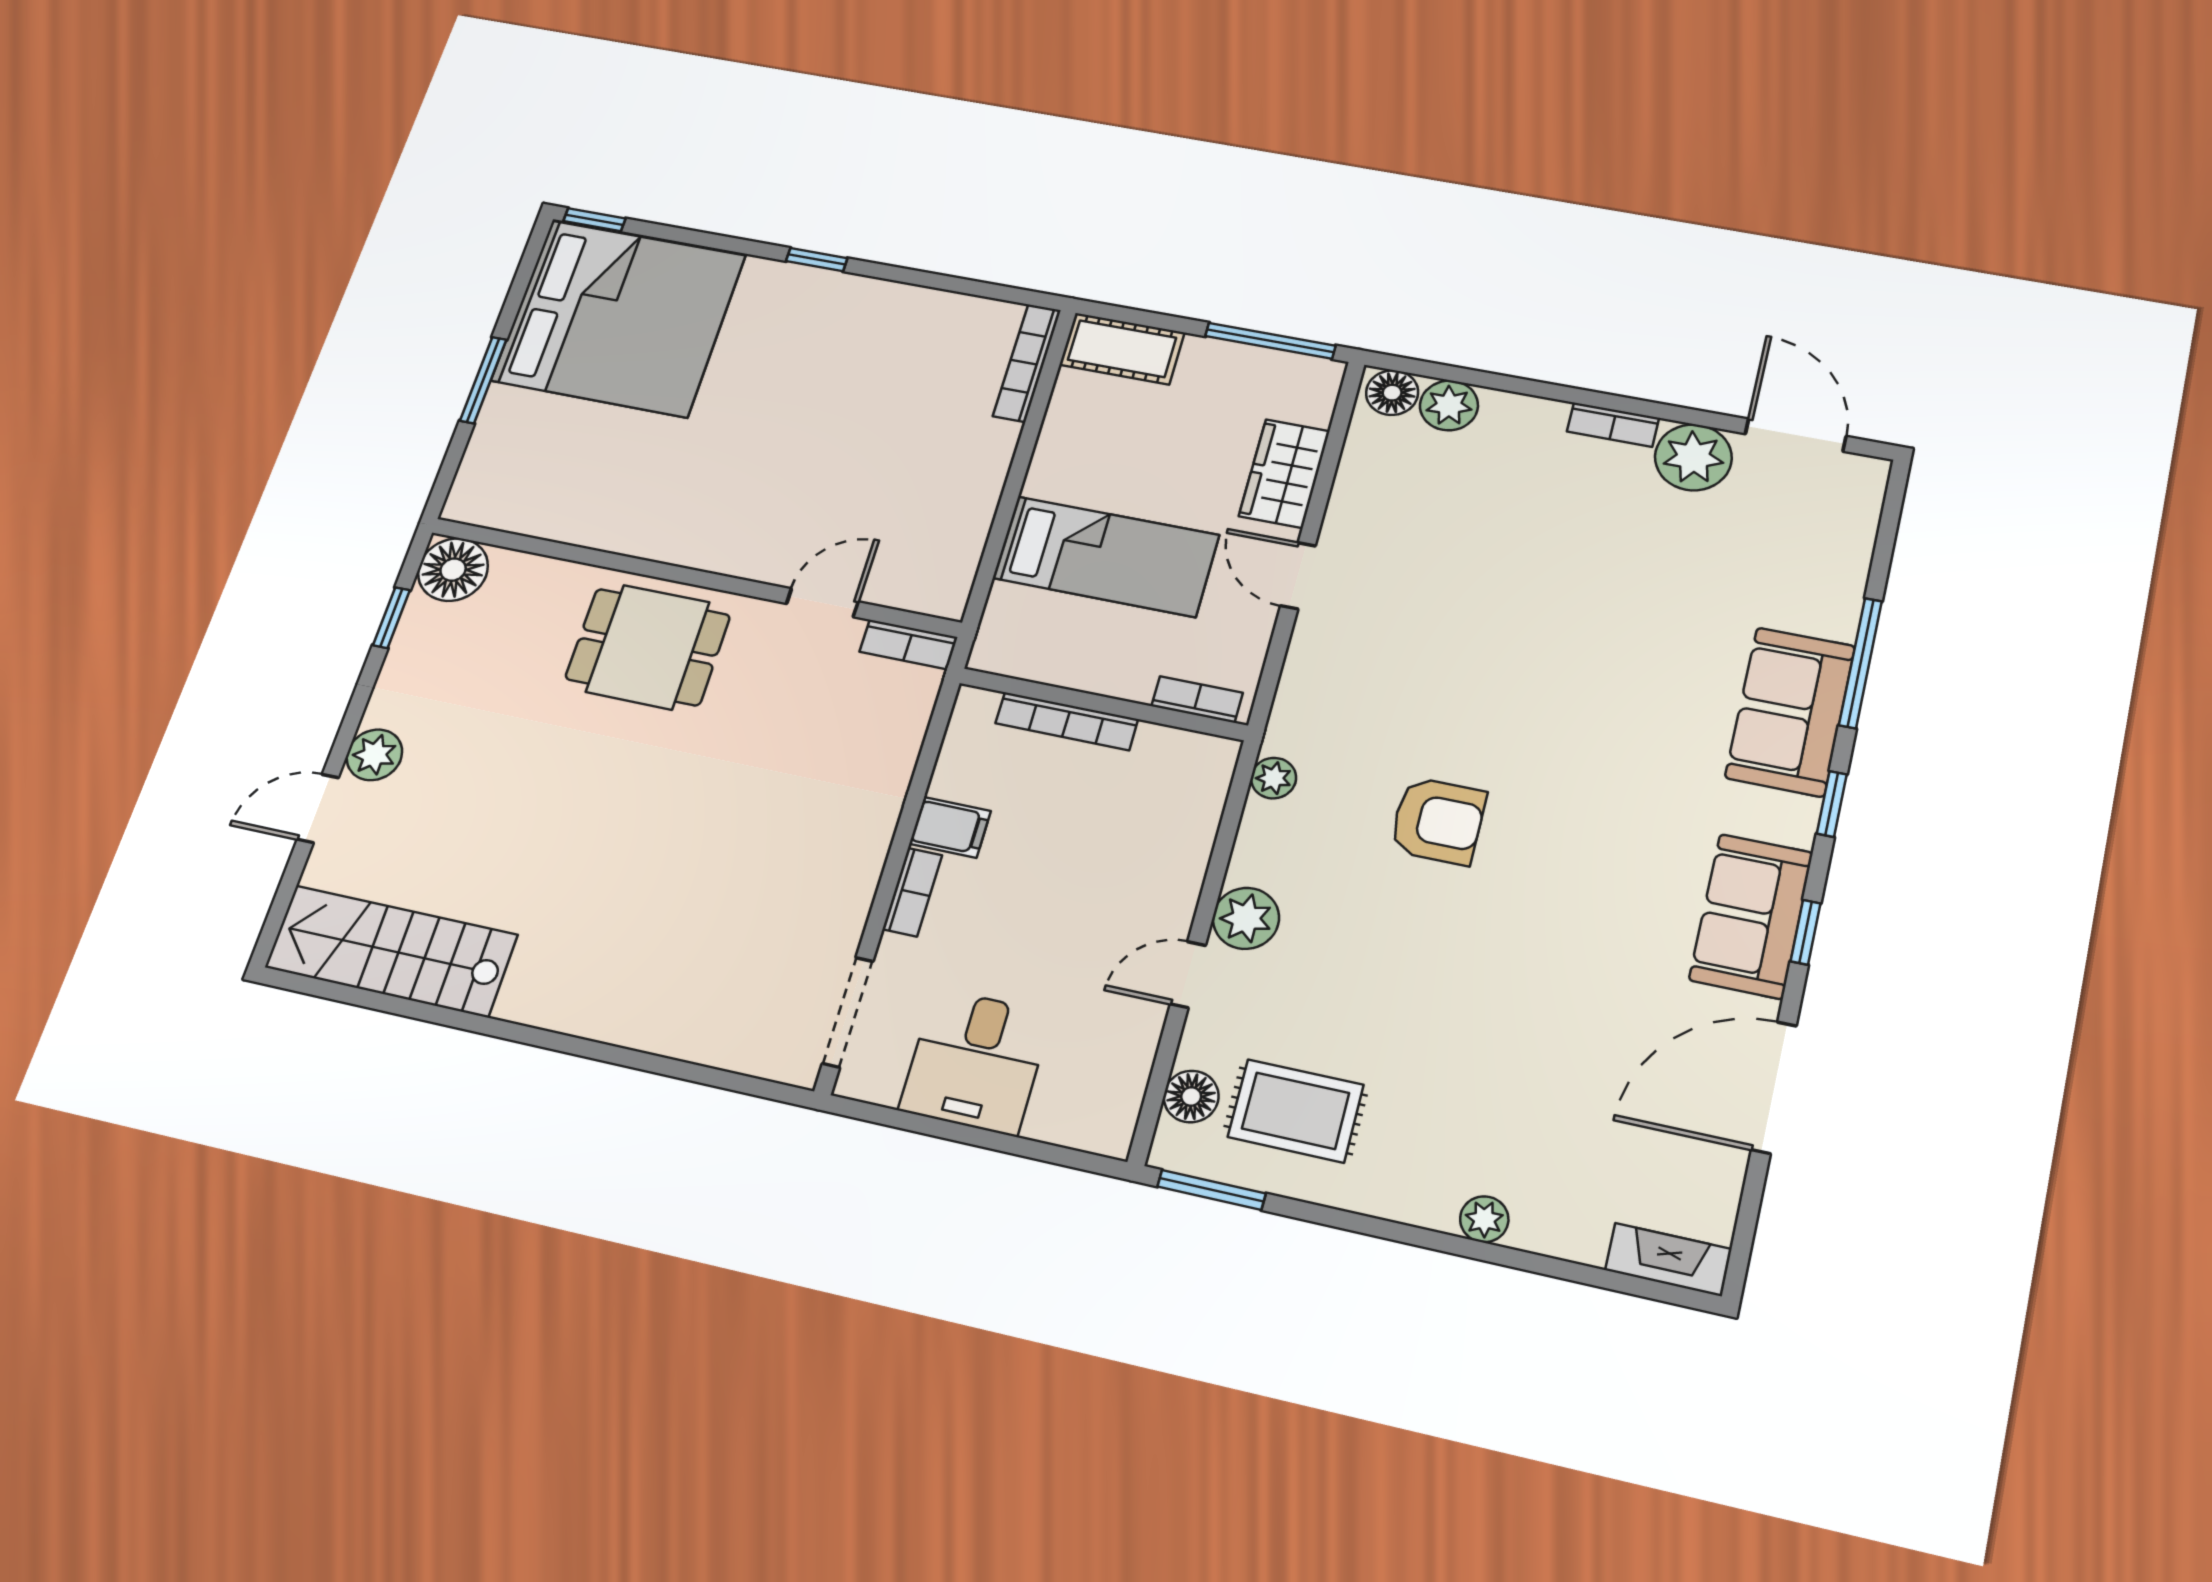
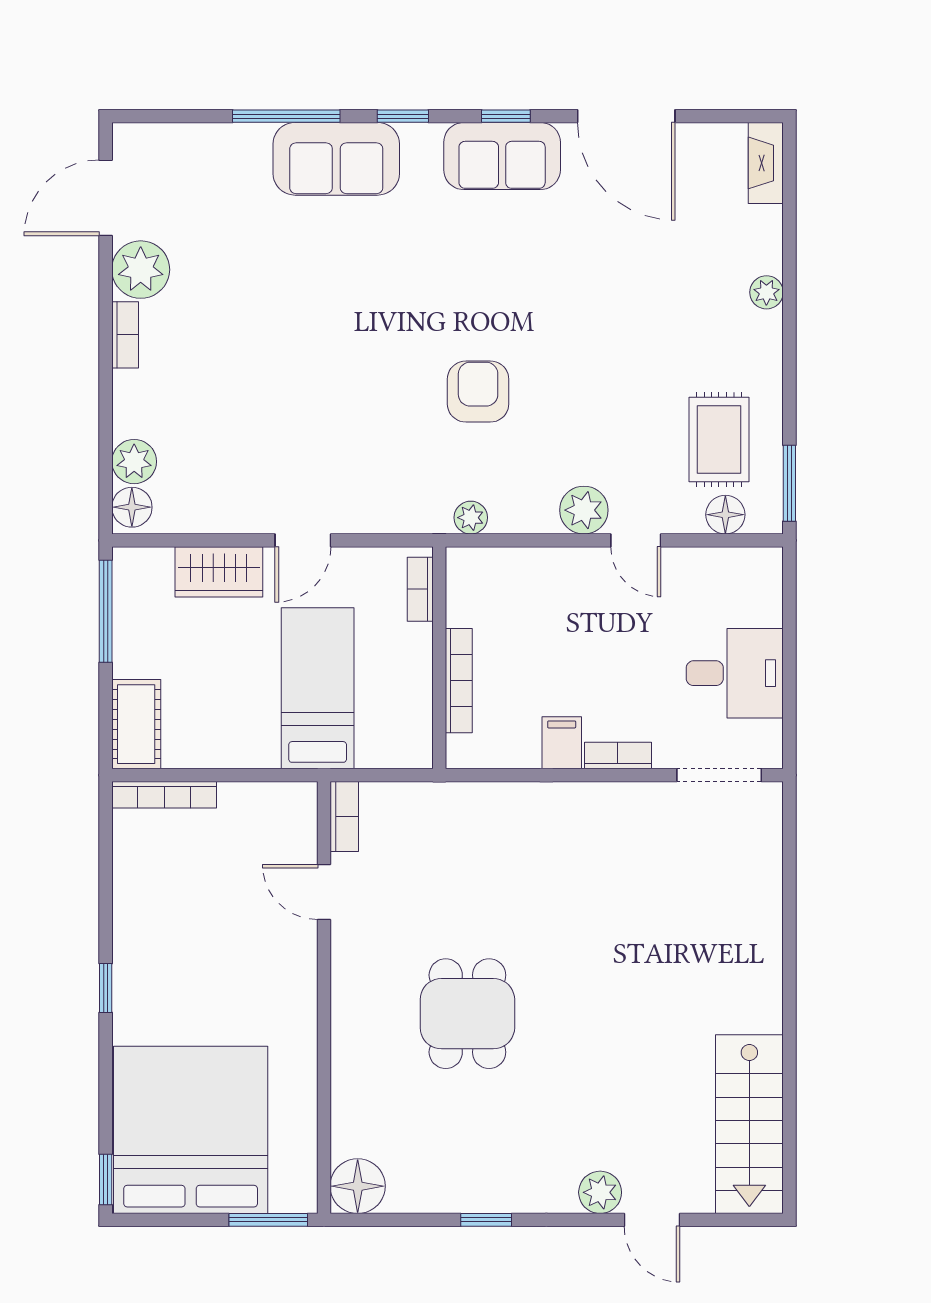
floor lamp: (453, 570) -> (358, 1186), moved
wall: (693, 577) -> (324, 997), moved
door: (822, 603) -> (324, 892), moved
bookcase: (908, 644) -> (344, 816), moved

